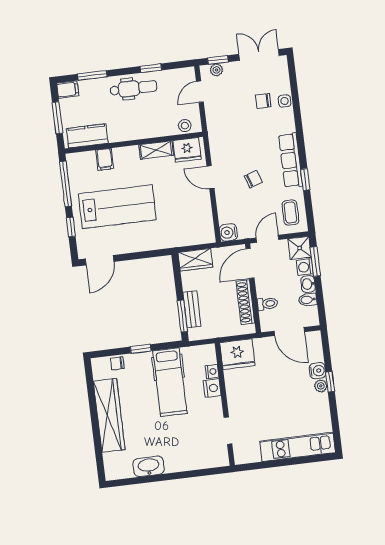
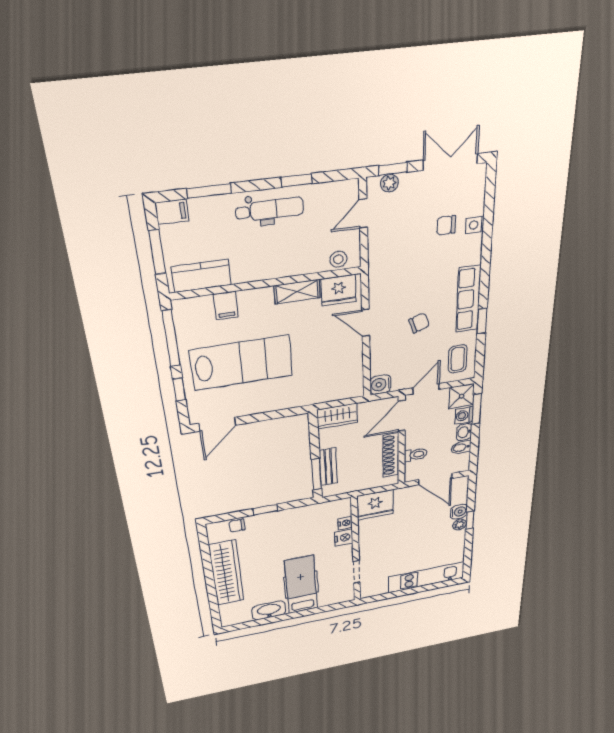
hospital bed: (170, 382) -> (301, 585), moved, turned 180

